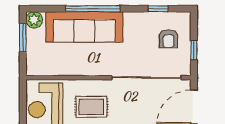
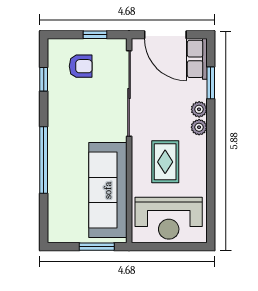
plant: (34, 20) -> (58, 233), removed
sofa: (84, 27) -> (108, 190), moved, turned 180
window: (23, 38) -> (97, 247), moved

